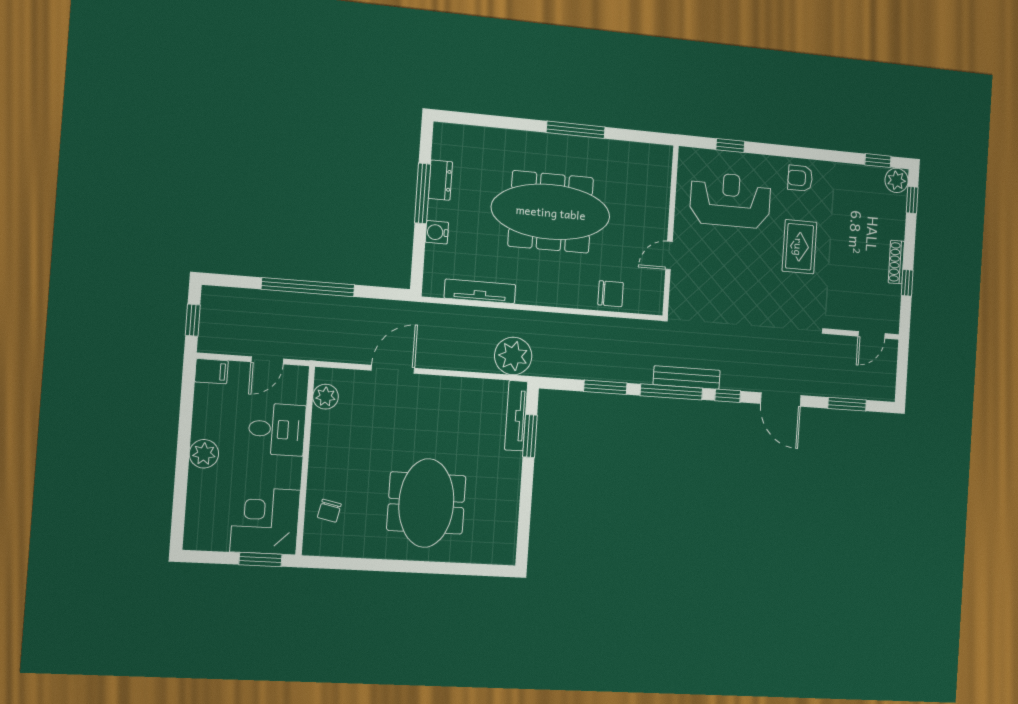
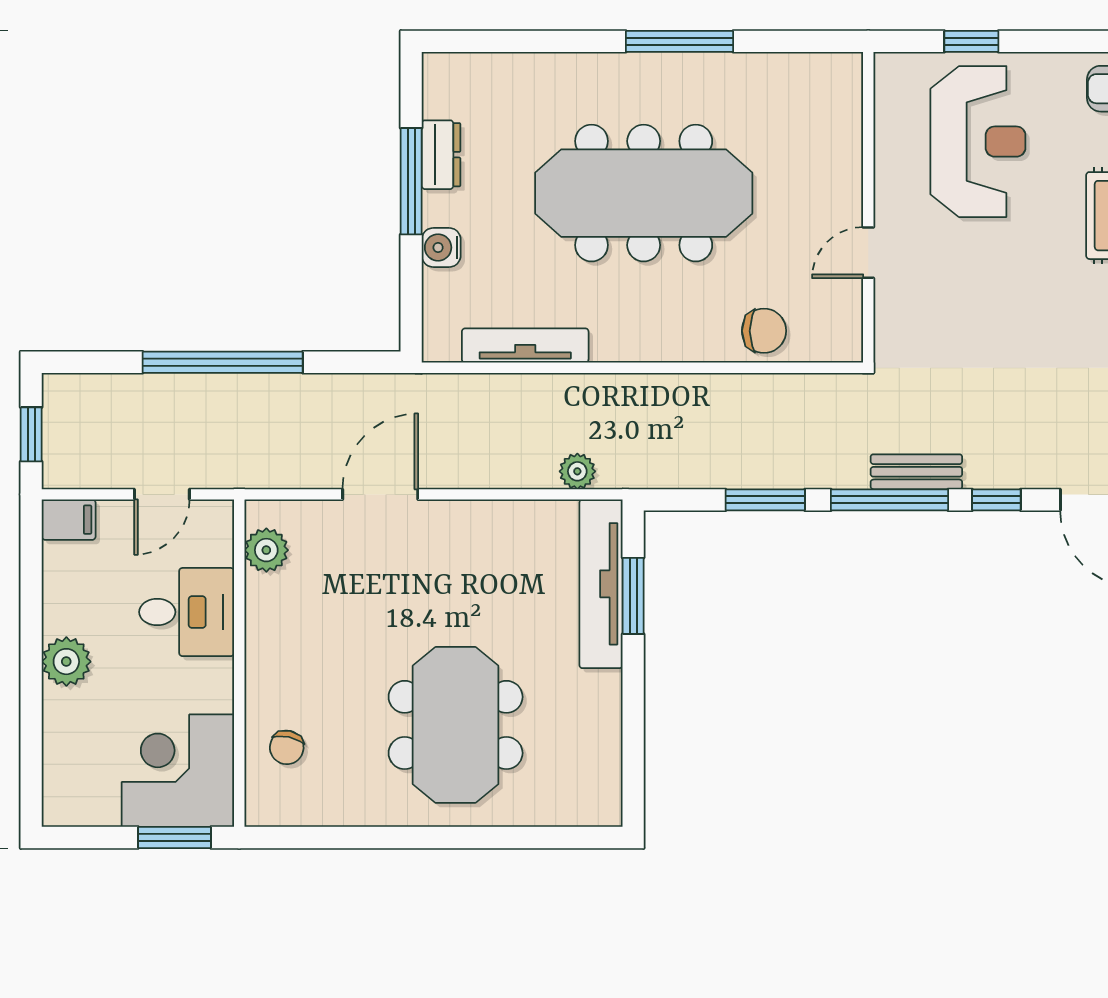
reception desk: (730, 200) -> (978, 142), turned 90
plant: (513, 356) -> (577, 471), width x0.53, depth x0.53
bench: (687, 378) -> (916, 472), width x0.73
tv unit: (516, 416) -> (601, 584), width x1.36, depth x1.29

